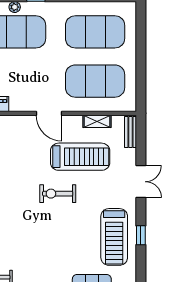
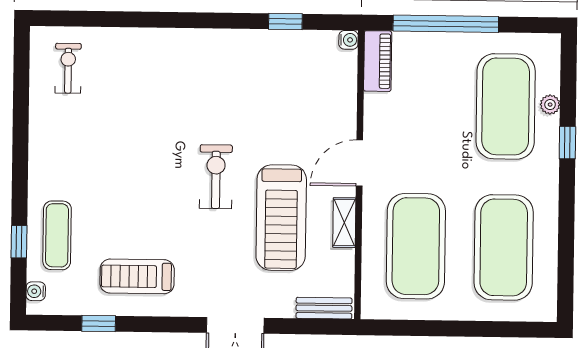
shelving: (97, 121) -> (344, 223), moved
window: (141, 235) -> (99, 324), moved
treadmill: (114, 237) -> (137, 276), width x0.73, depth x0.73

